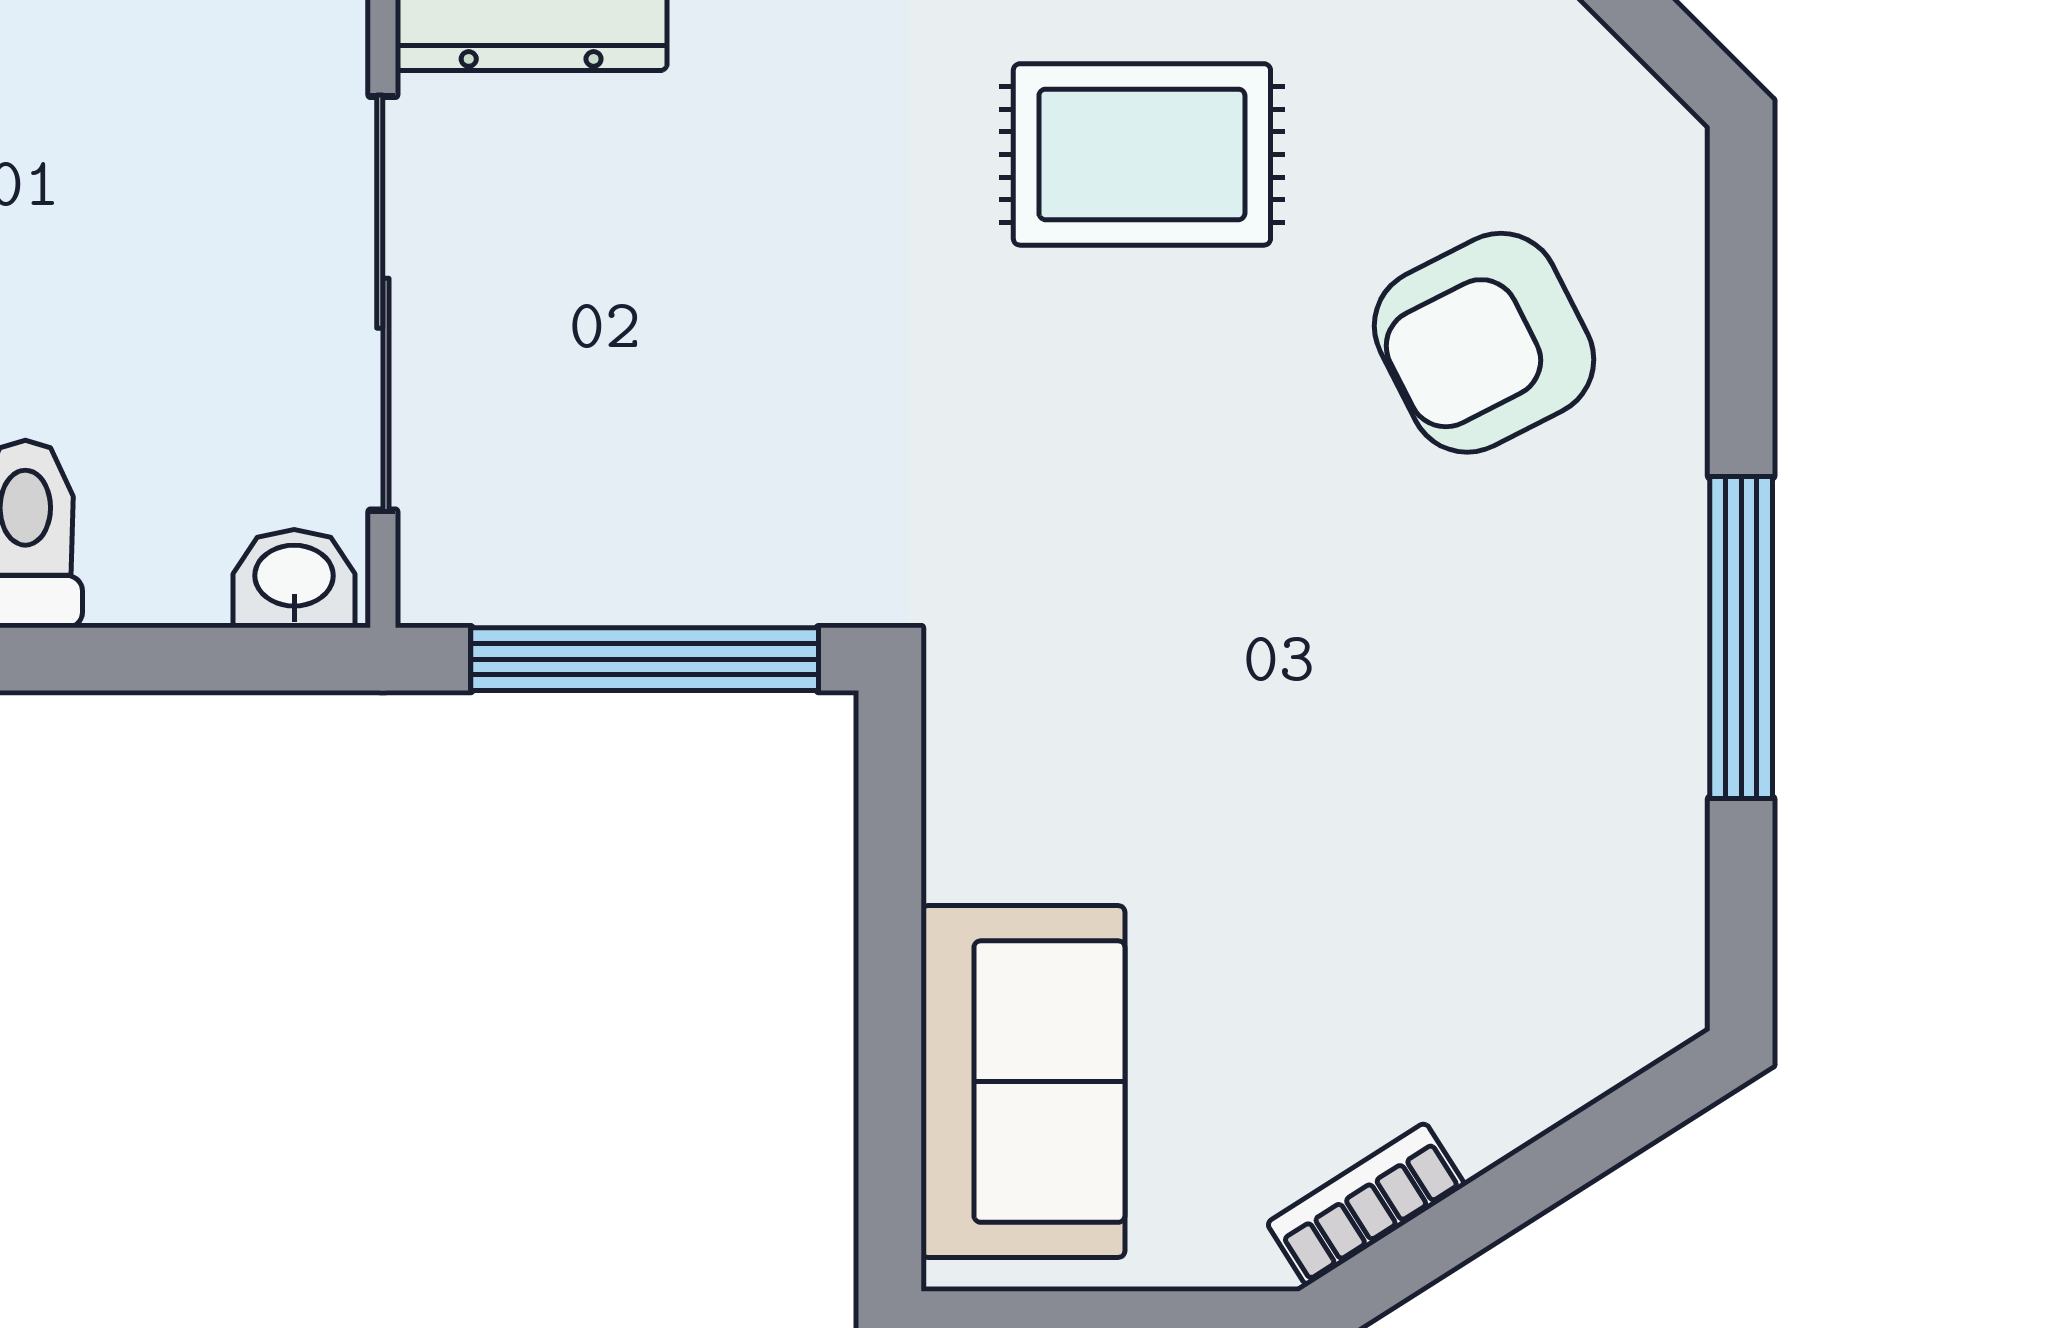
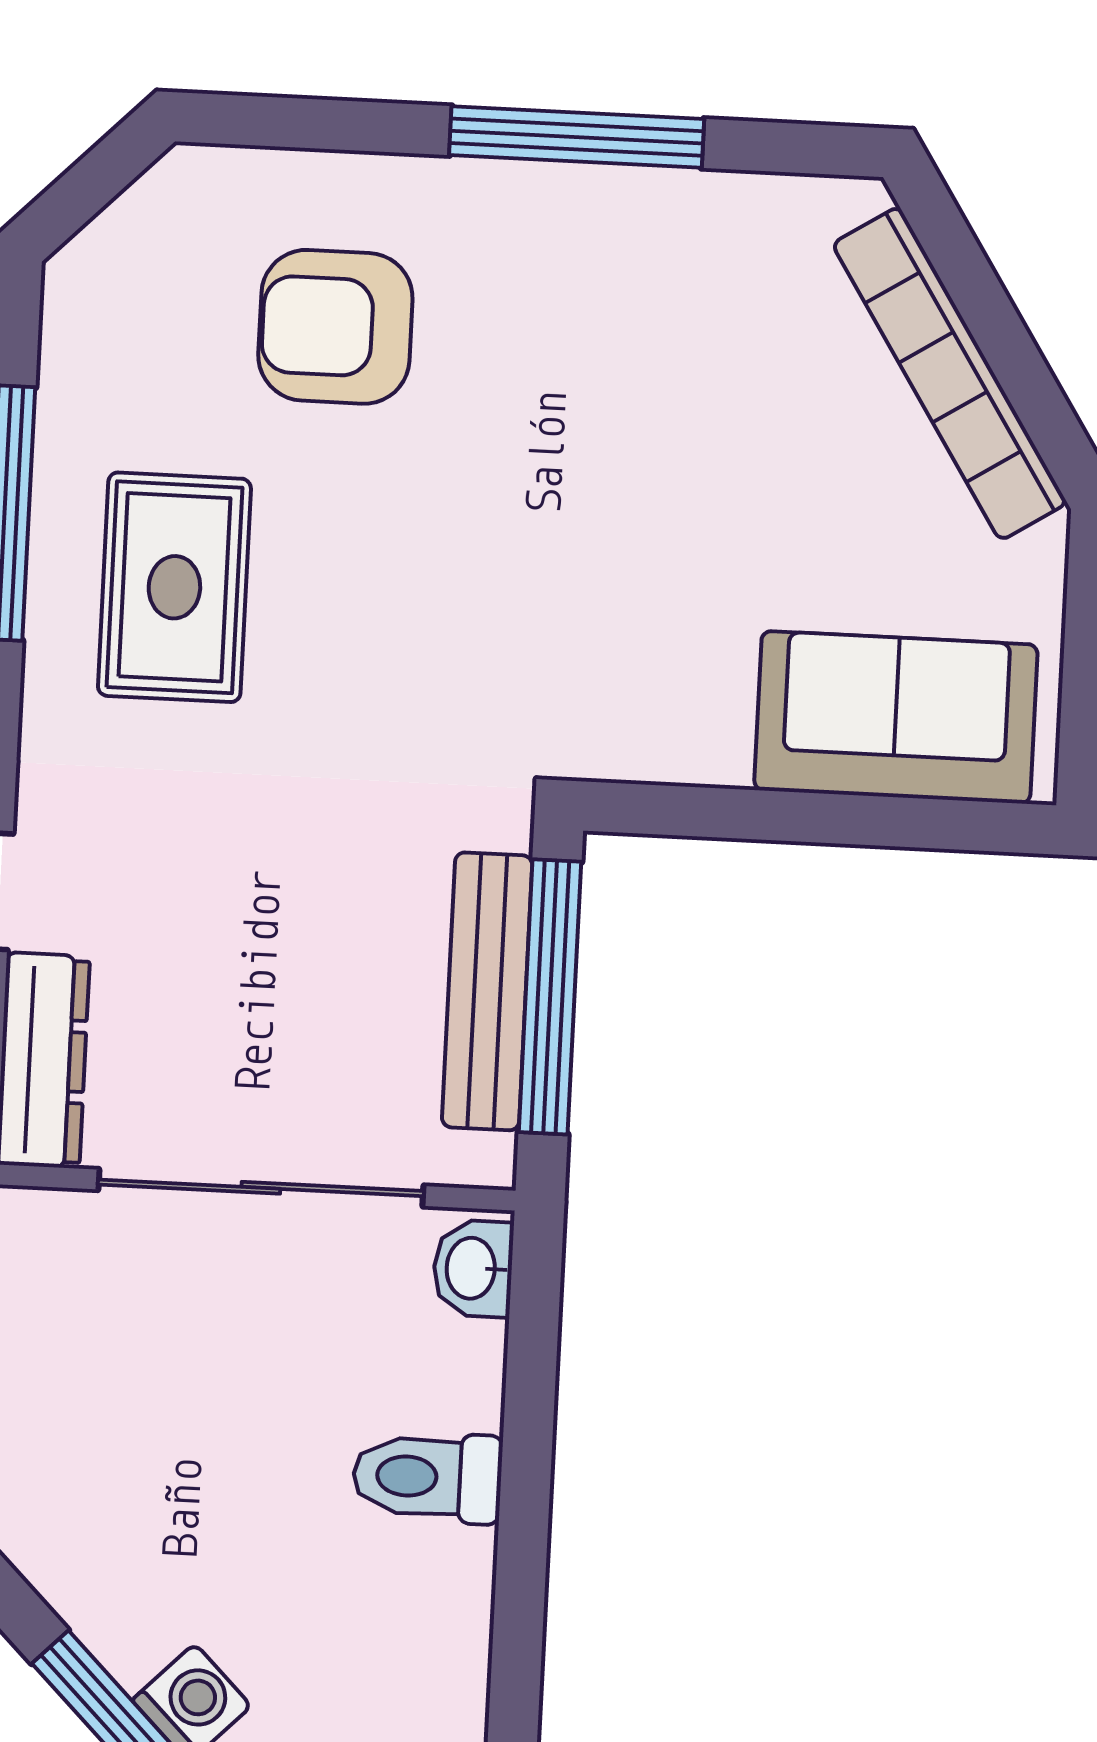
armchair: (1484, 343) -> (335, 327), turned 117
bench: (648, 579) -> (487, 991), added
bookcase: (1366, 1204) -> (950, 373), width x2.31, depth x1.31

